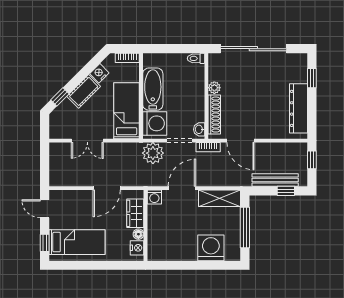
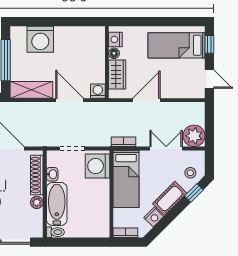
bathtub: (153, 89) -> (57, 204), moved, turned 180
stool: (63, 117) -> (190, 173), added
washbasin: (199, 129) -> (52, 174), moved
bookcase: (208, 147) -> (124, 142), moved
plant: (153, 153) -> (194, 136), moved
door: (182, 188) -> (70, 100), swing flipped

